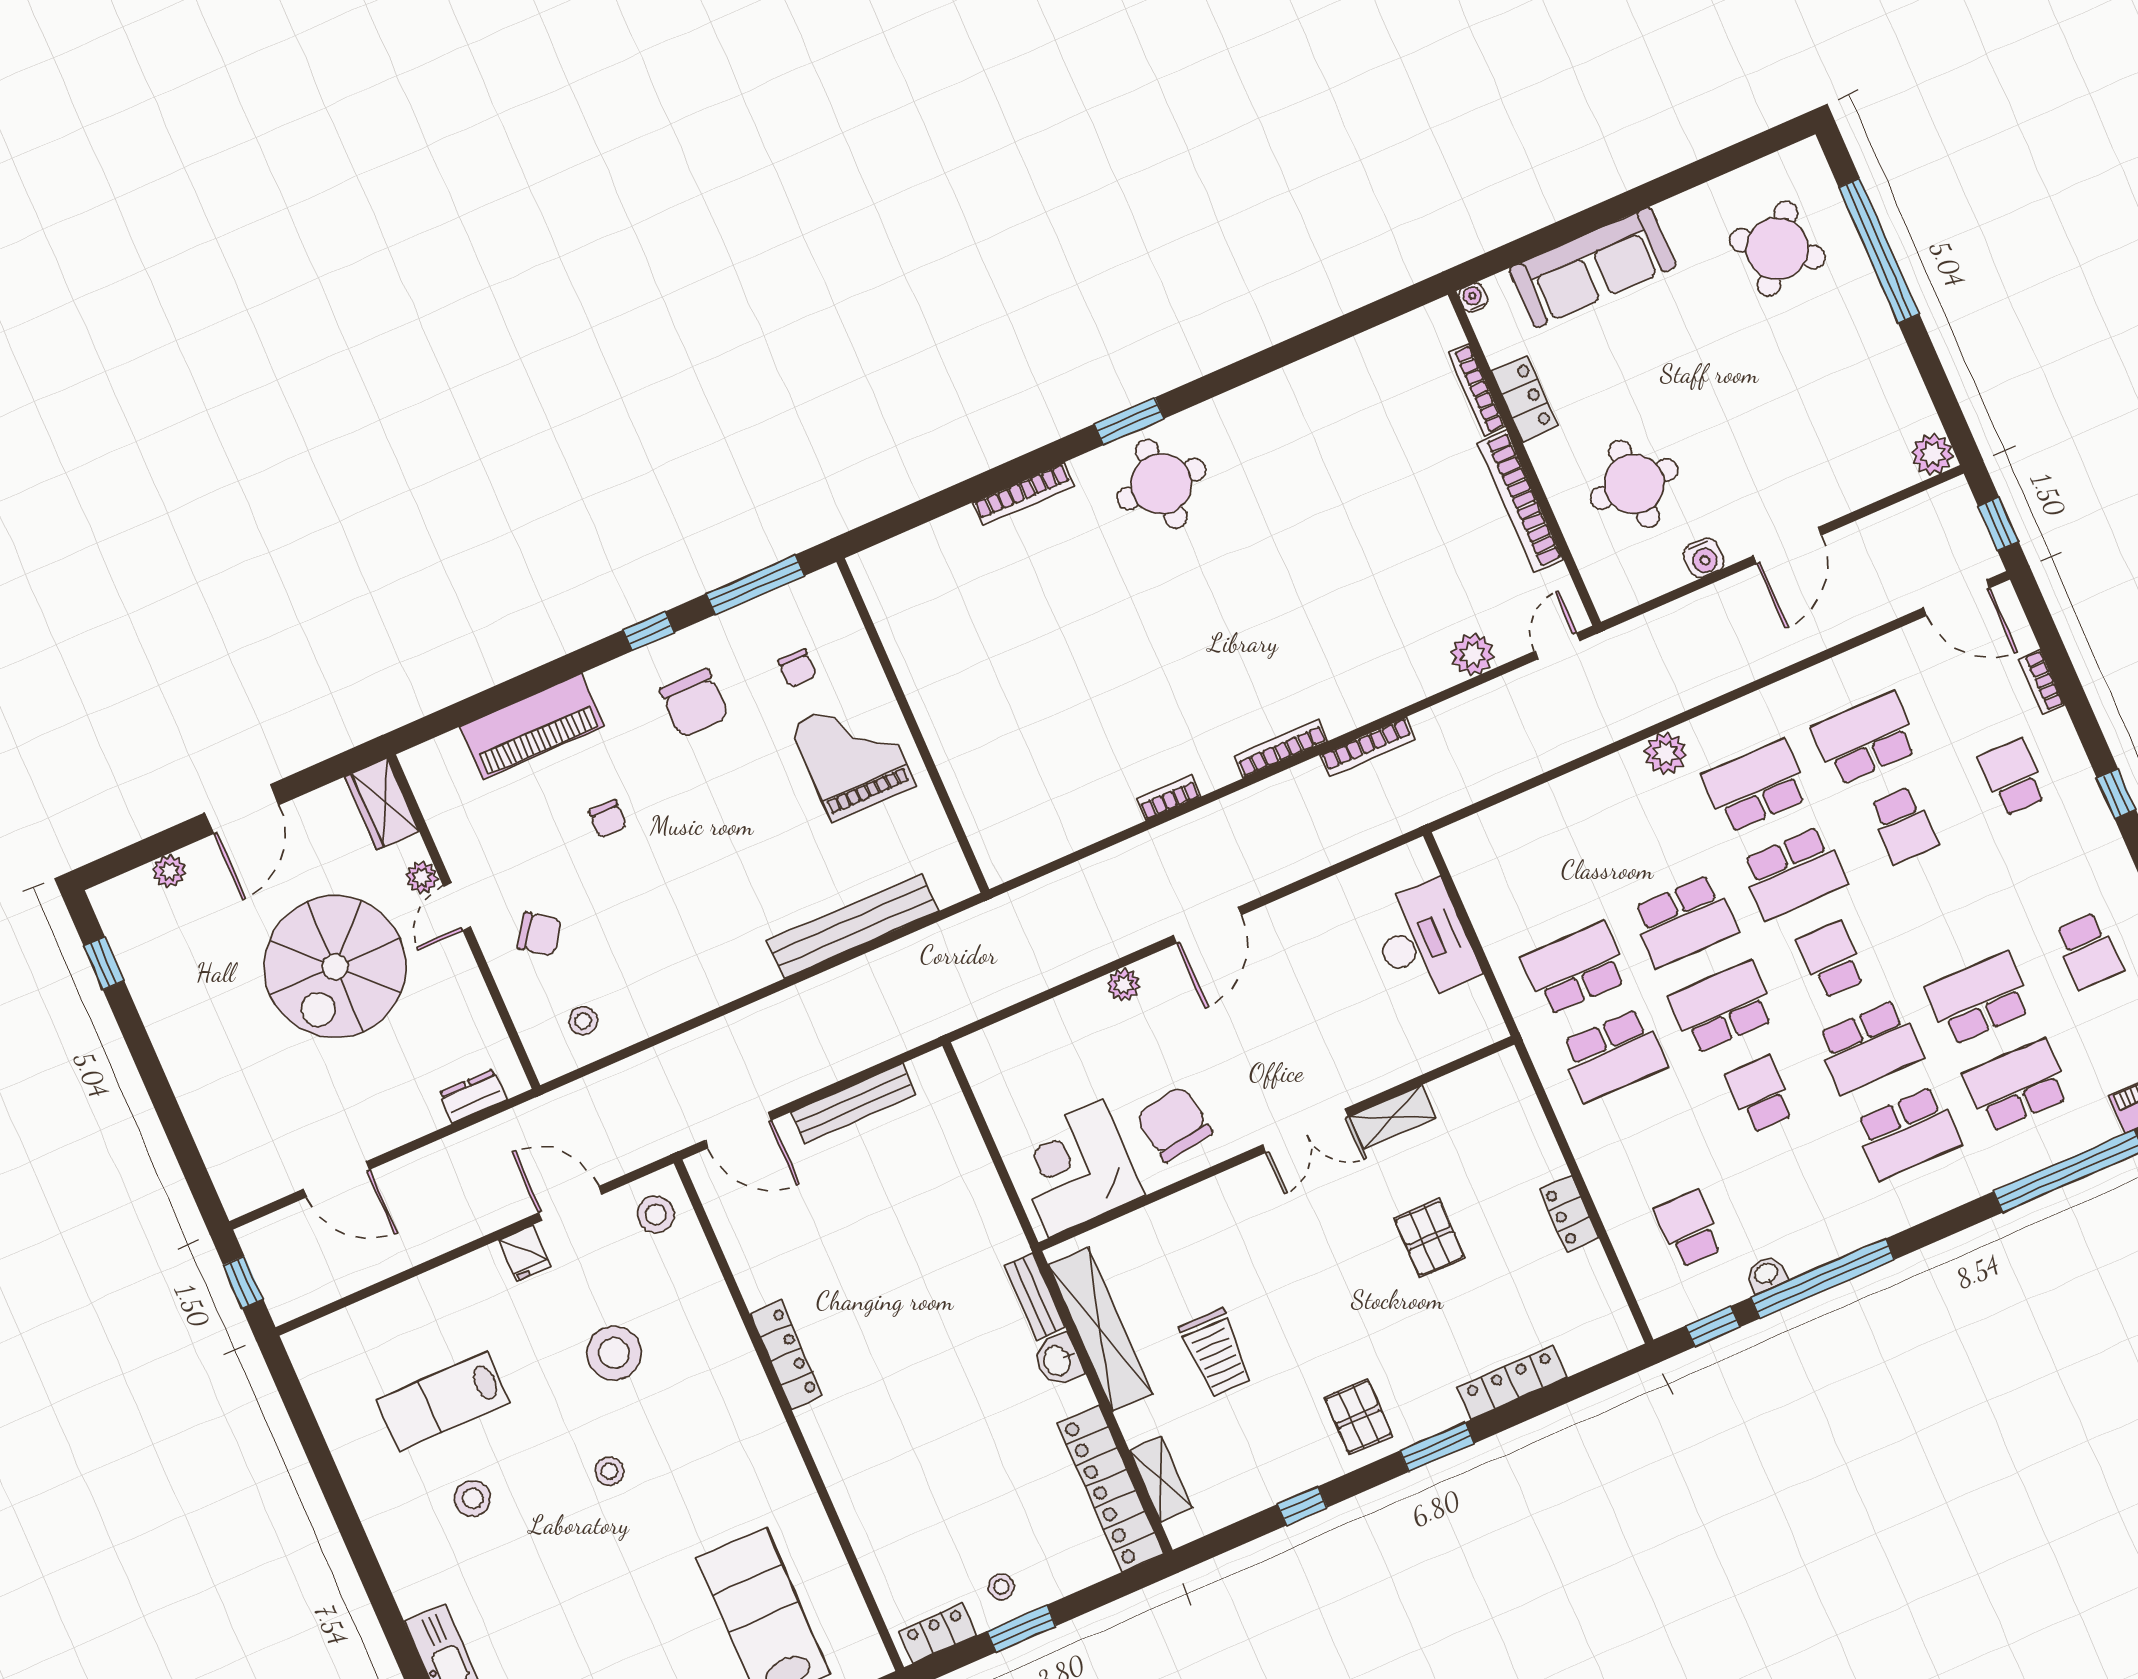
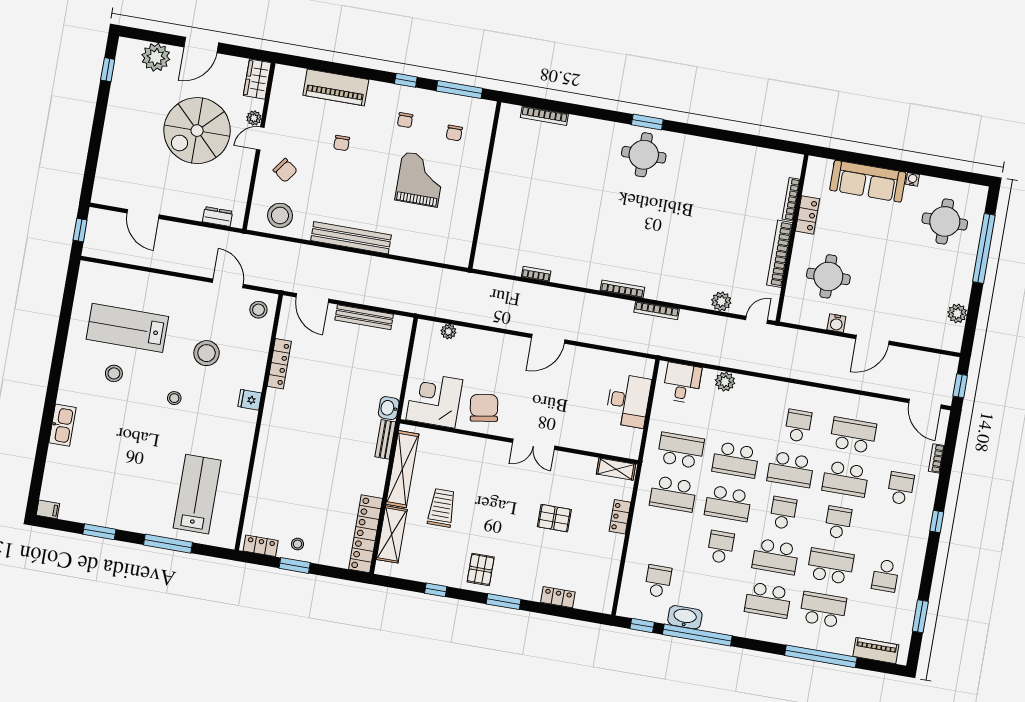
round table: (1777, 249) -> (945, 221), turned -37
water cooler: (1473, 298) -> (912, 179), moved
plant: (1932, 454) -> (957, 313), moved
bookcase: (1023, 494) -> (544, 116), moved
chair: (694, 703) -> (405, 120), width x0.54, depth x0.54
plant: (1666, 753) -> (725, 382), moved
grand piano: (853, 756) -> (420, 179), moved
school desk: (1756, 786) -> (798, 426), width x0.54
bookcase: (1169, 798) -> (536, 274), moved
school desk: (1903, 825) -> (846, 479), width x1.85
desk: (1498, 846) -> (682, 383), added
plant: (169, 871) -> (156, 57), width x1.88, depth x1.88
school desk: (1941, 912) -> (838, 522), added
bench: (853, 926) -> (351, 238), moved
plant: (1123, 985) -> (448, 332), moved
school desk: (1722, 1007) -> (728, 503), turned 180
stool: (583, 1021) -> (280, 215), width x1.89, depth x1.89
shelving: (1393, 1117) -> (616, 469), moved
locker: (1569, 1214) -> (620, 517), moved
pallet: (1429, 1238) -> (554, 518), turned 90
fridge: (525, 1253) -> (250, 400), moved, turned 90
washbasin: (1767, 1274) -> (685, 617), width x1.91, depth x1.45
trolley: (1216, 1353) -> (442, 508), turned 180
locker: (786, 1355) -> (279, 364), moved
washbasin: (1058, 1360) -> (389, 408), moved
locker: (1512, 1383) -> (558, 597), width x0.66
lab bench: (443, 1401) -> (127, 328), width x1.36, depth x1.39
shelving: (1161, 1479) -> (392, 534), width x1.50, depth x1.33

